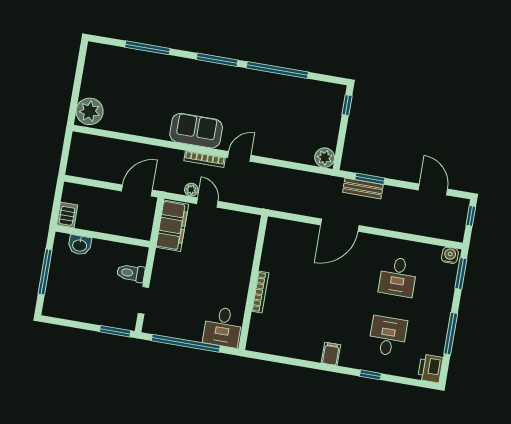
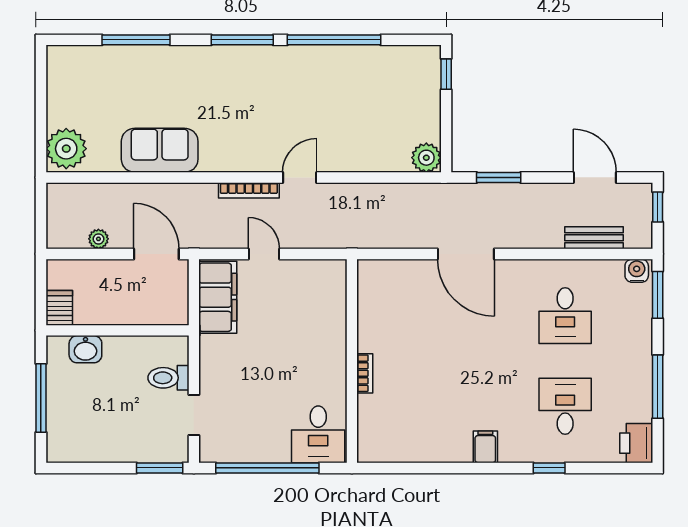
sofa: (196, 131) -> (160, 150), moved
bench: (363, 188) -> (594, 238), moved
door: (137, 190) -> (156, 254), hinge flipped
plant: (191, 190) -> (98, 239), moved
door: (340, 225) -> (466, 254), hinge flipped
bookcase: (260, 292) -> (365, 373), width x0.64

